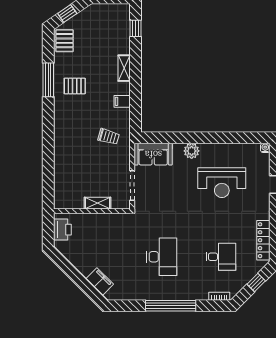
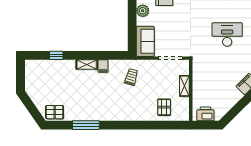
window: (67, 13) -> (33, 110), removed
window: (136, 28) -> (56, 55), moved
shelving: (124, 68) -> (87, 65), moved
pallet: (75, 86) -> (164, 107), moved

